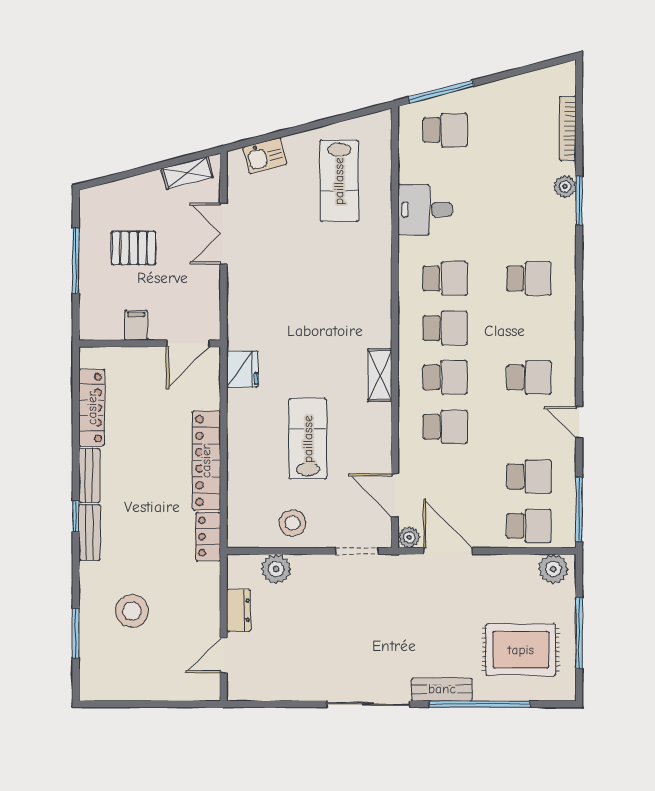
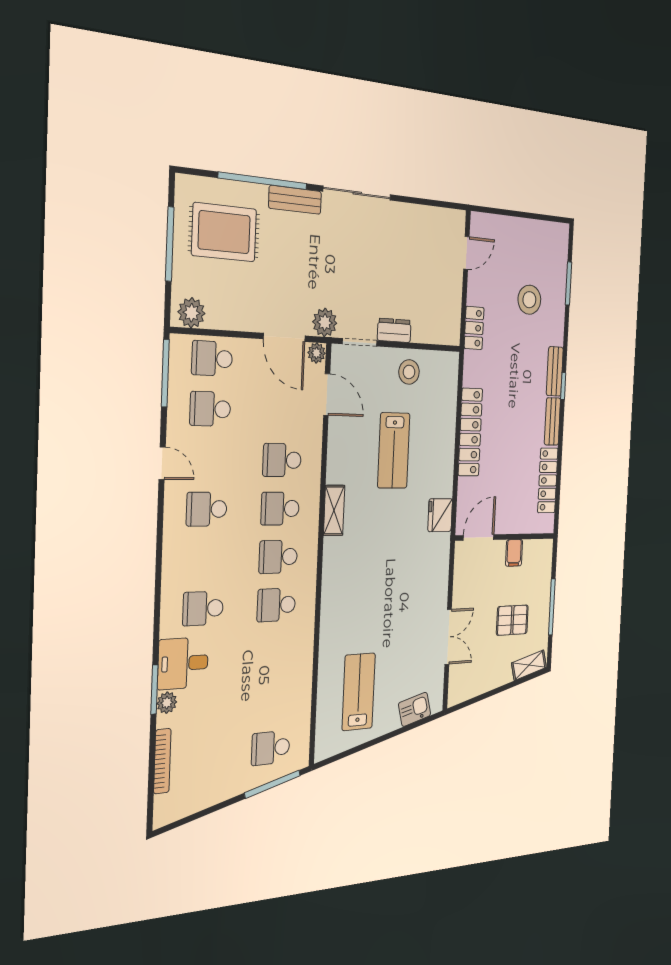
shelving: (187, 173) -> (529, 665), moved
desk: (425, 210) -> (183, 663), moved, turned 180
locker: (208, 537) -> (474, 328), moved
plant: (276, 569) -> (325, 322), moved
dresser: (239, 610) -> (394, 330), moved, turned 90

